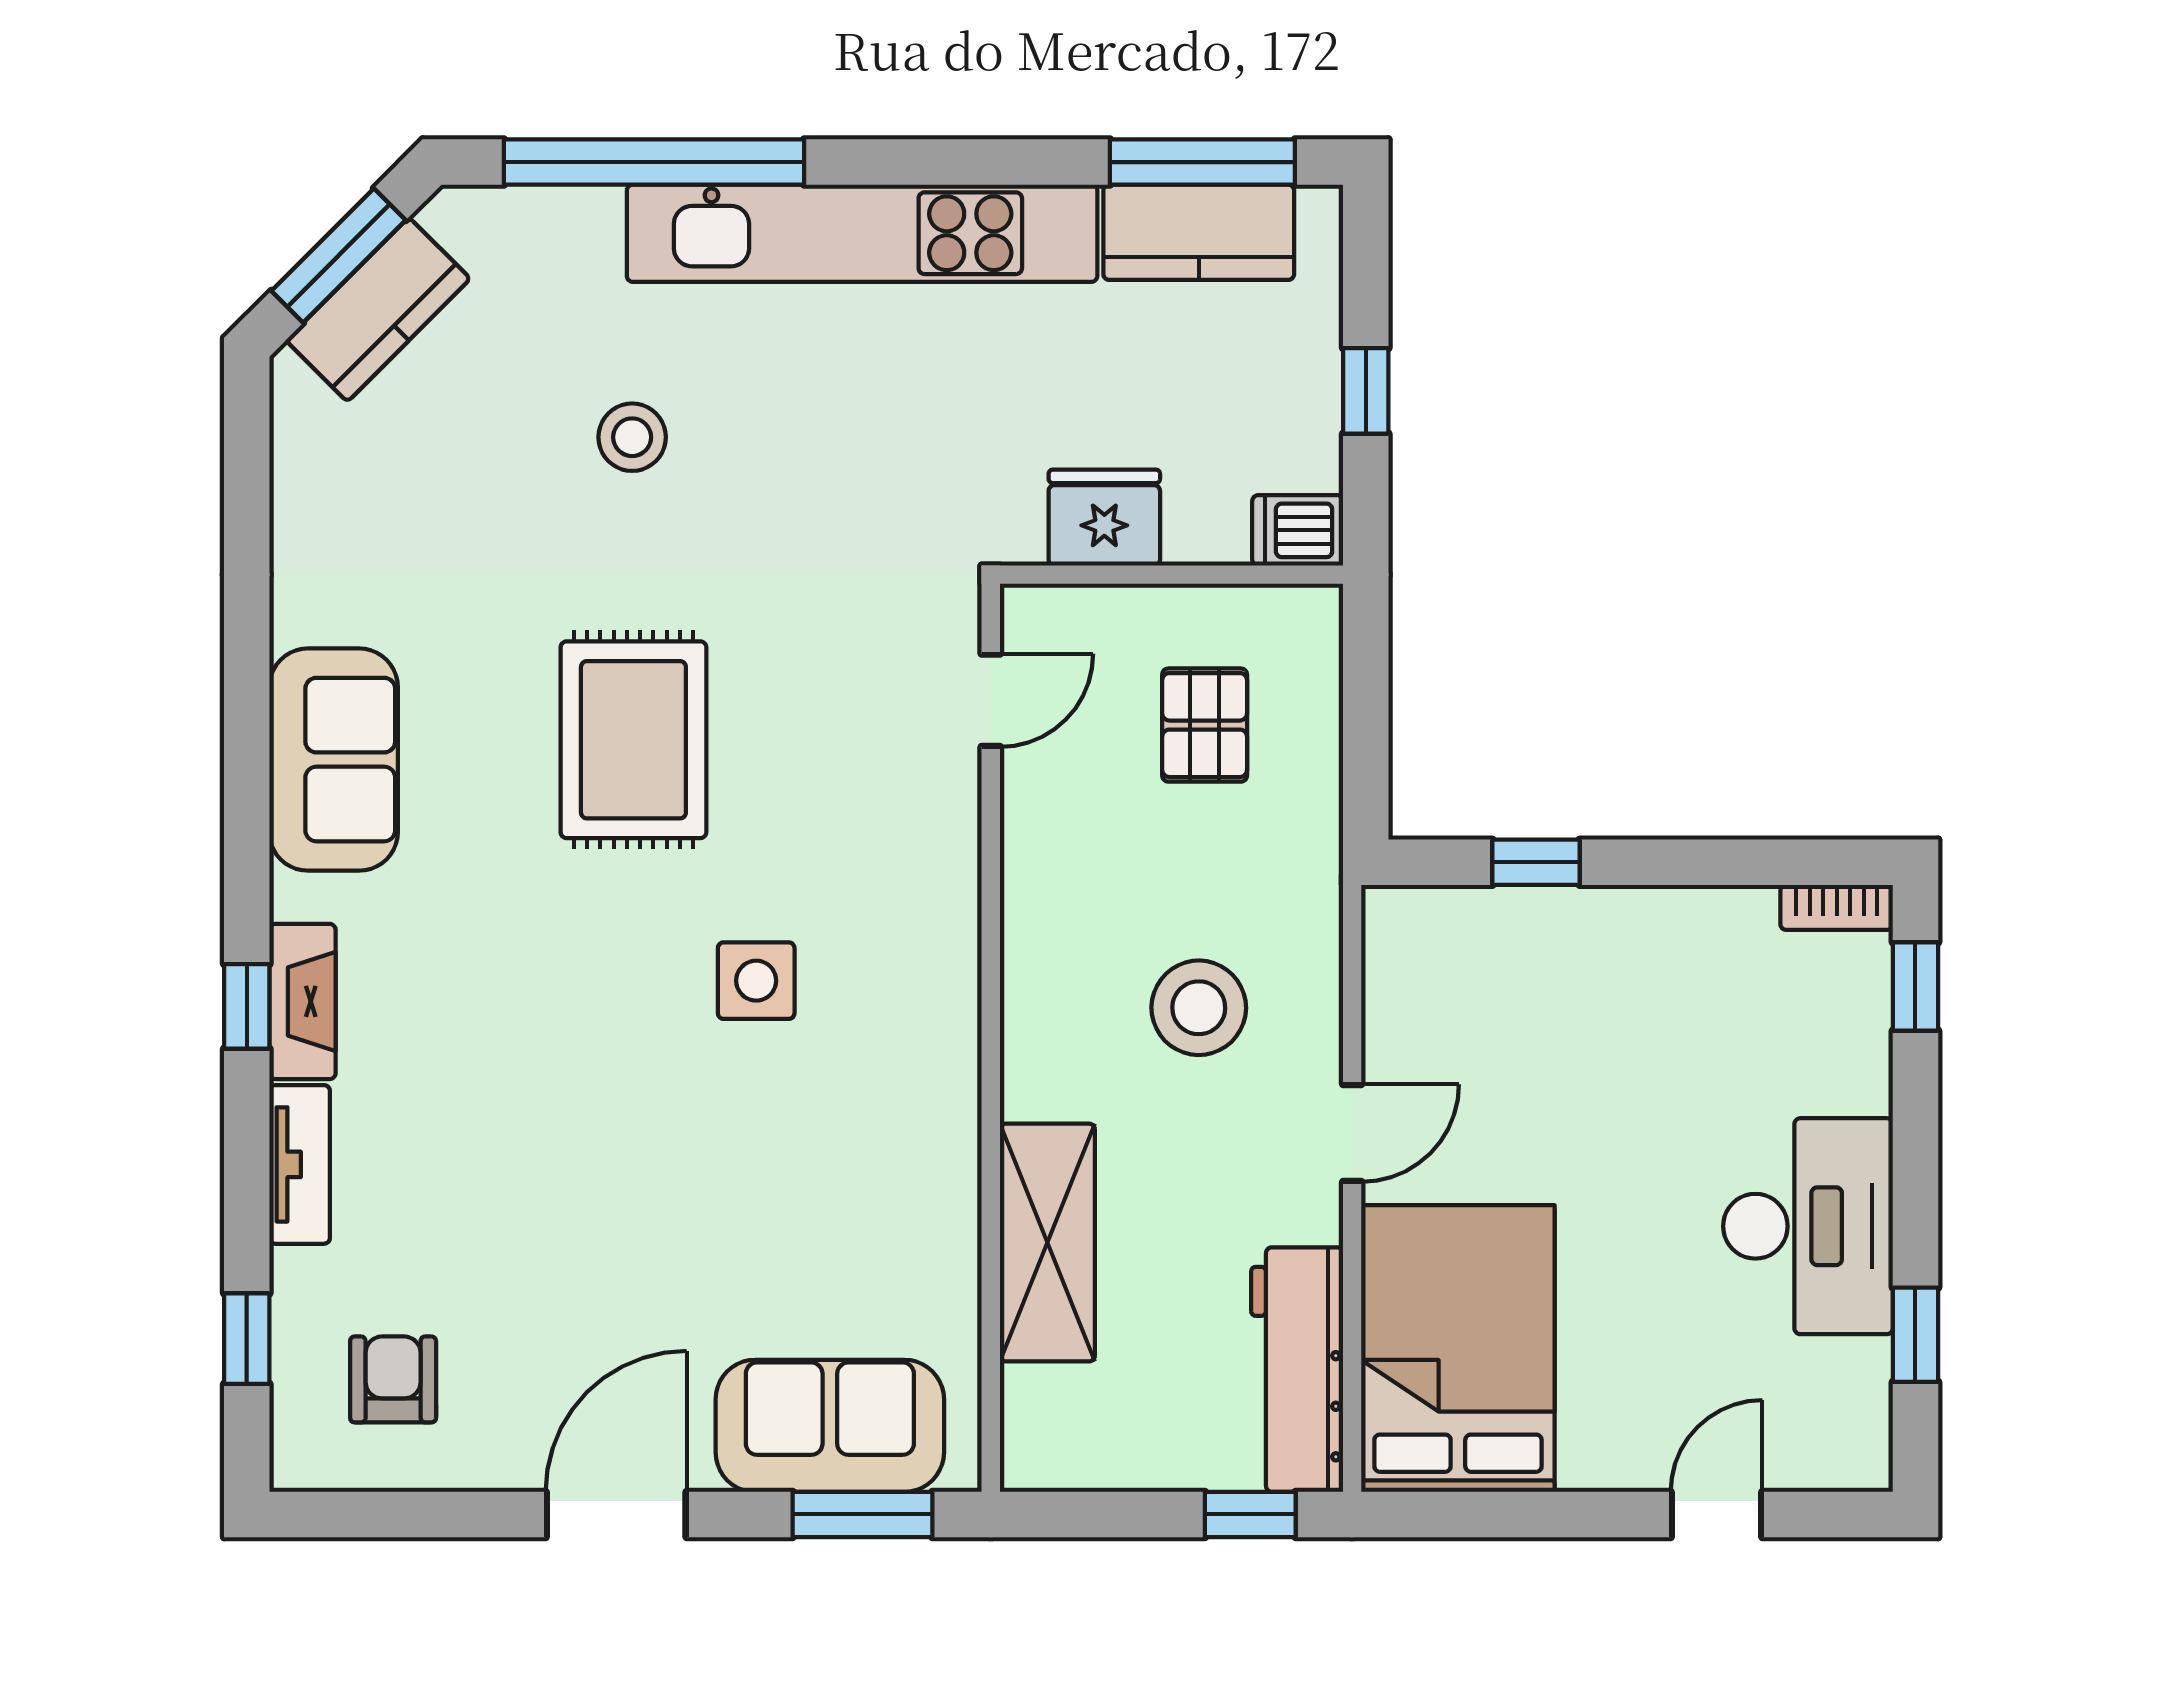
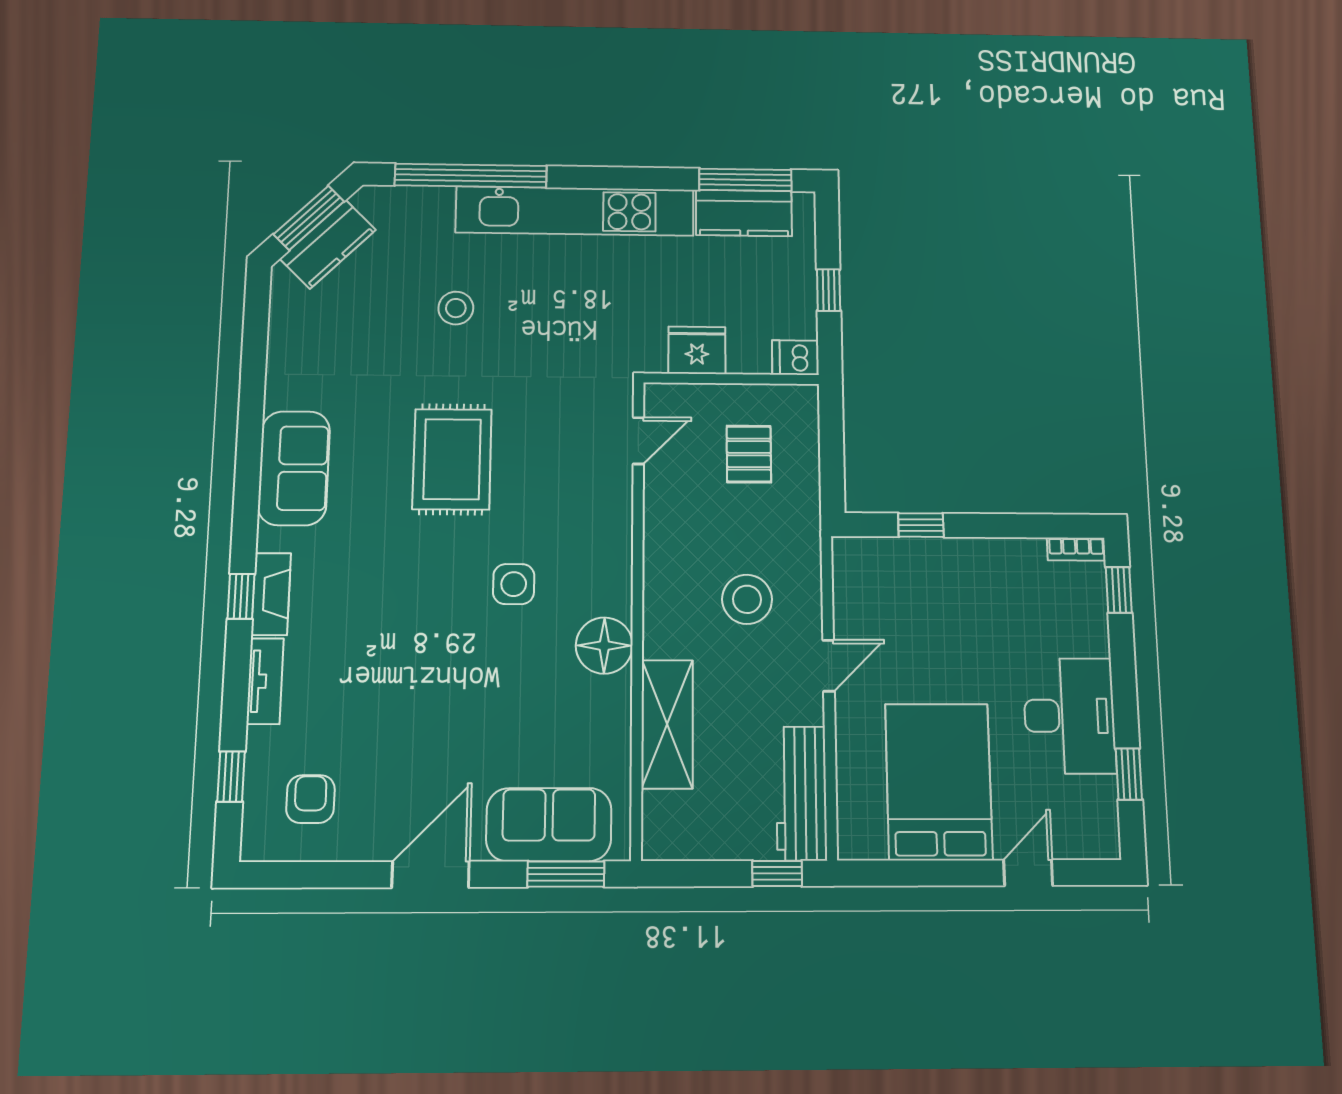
floor lamp: (929, 1096) -> (604, 646), added
bed: (1458, 1349) -> (939, 782), moved

